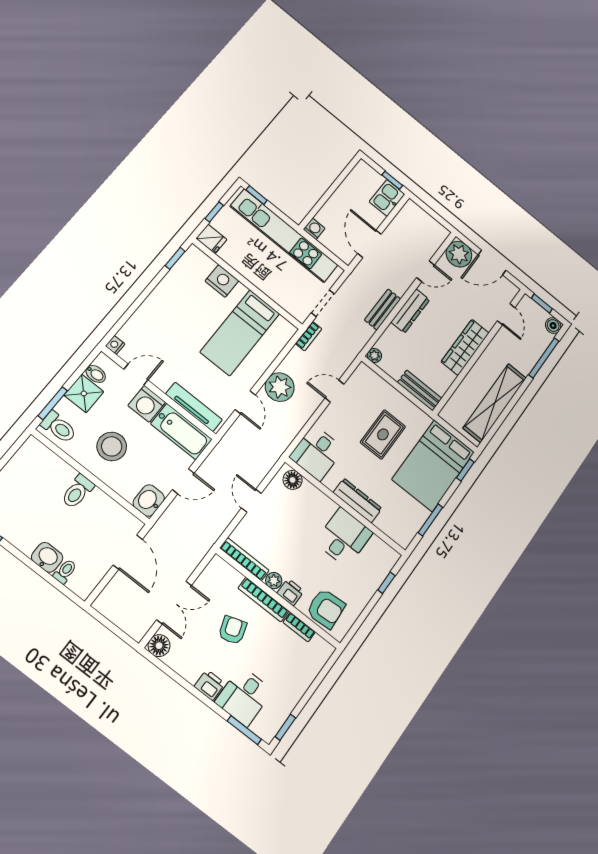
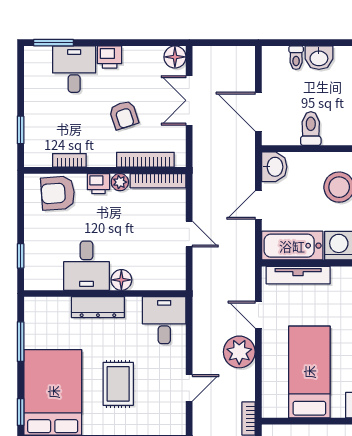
floor lamp: (293, 480) -> (121, 280), moved
toilet: (78, 492) -> (311, 129), moved
bookcase: (263, 600) -> (145, 160), moved
window: (285, 727) -> (21, 130), moved

